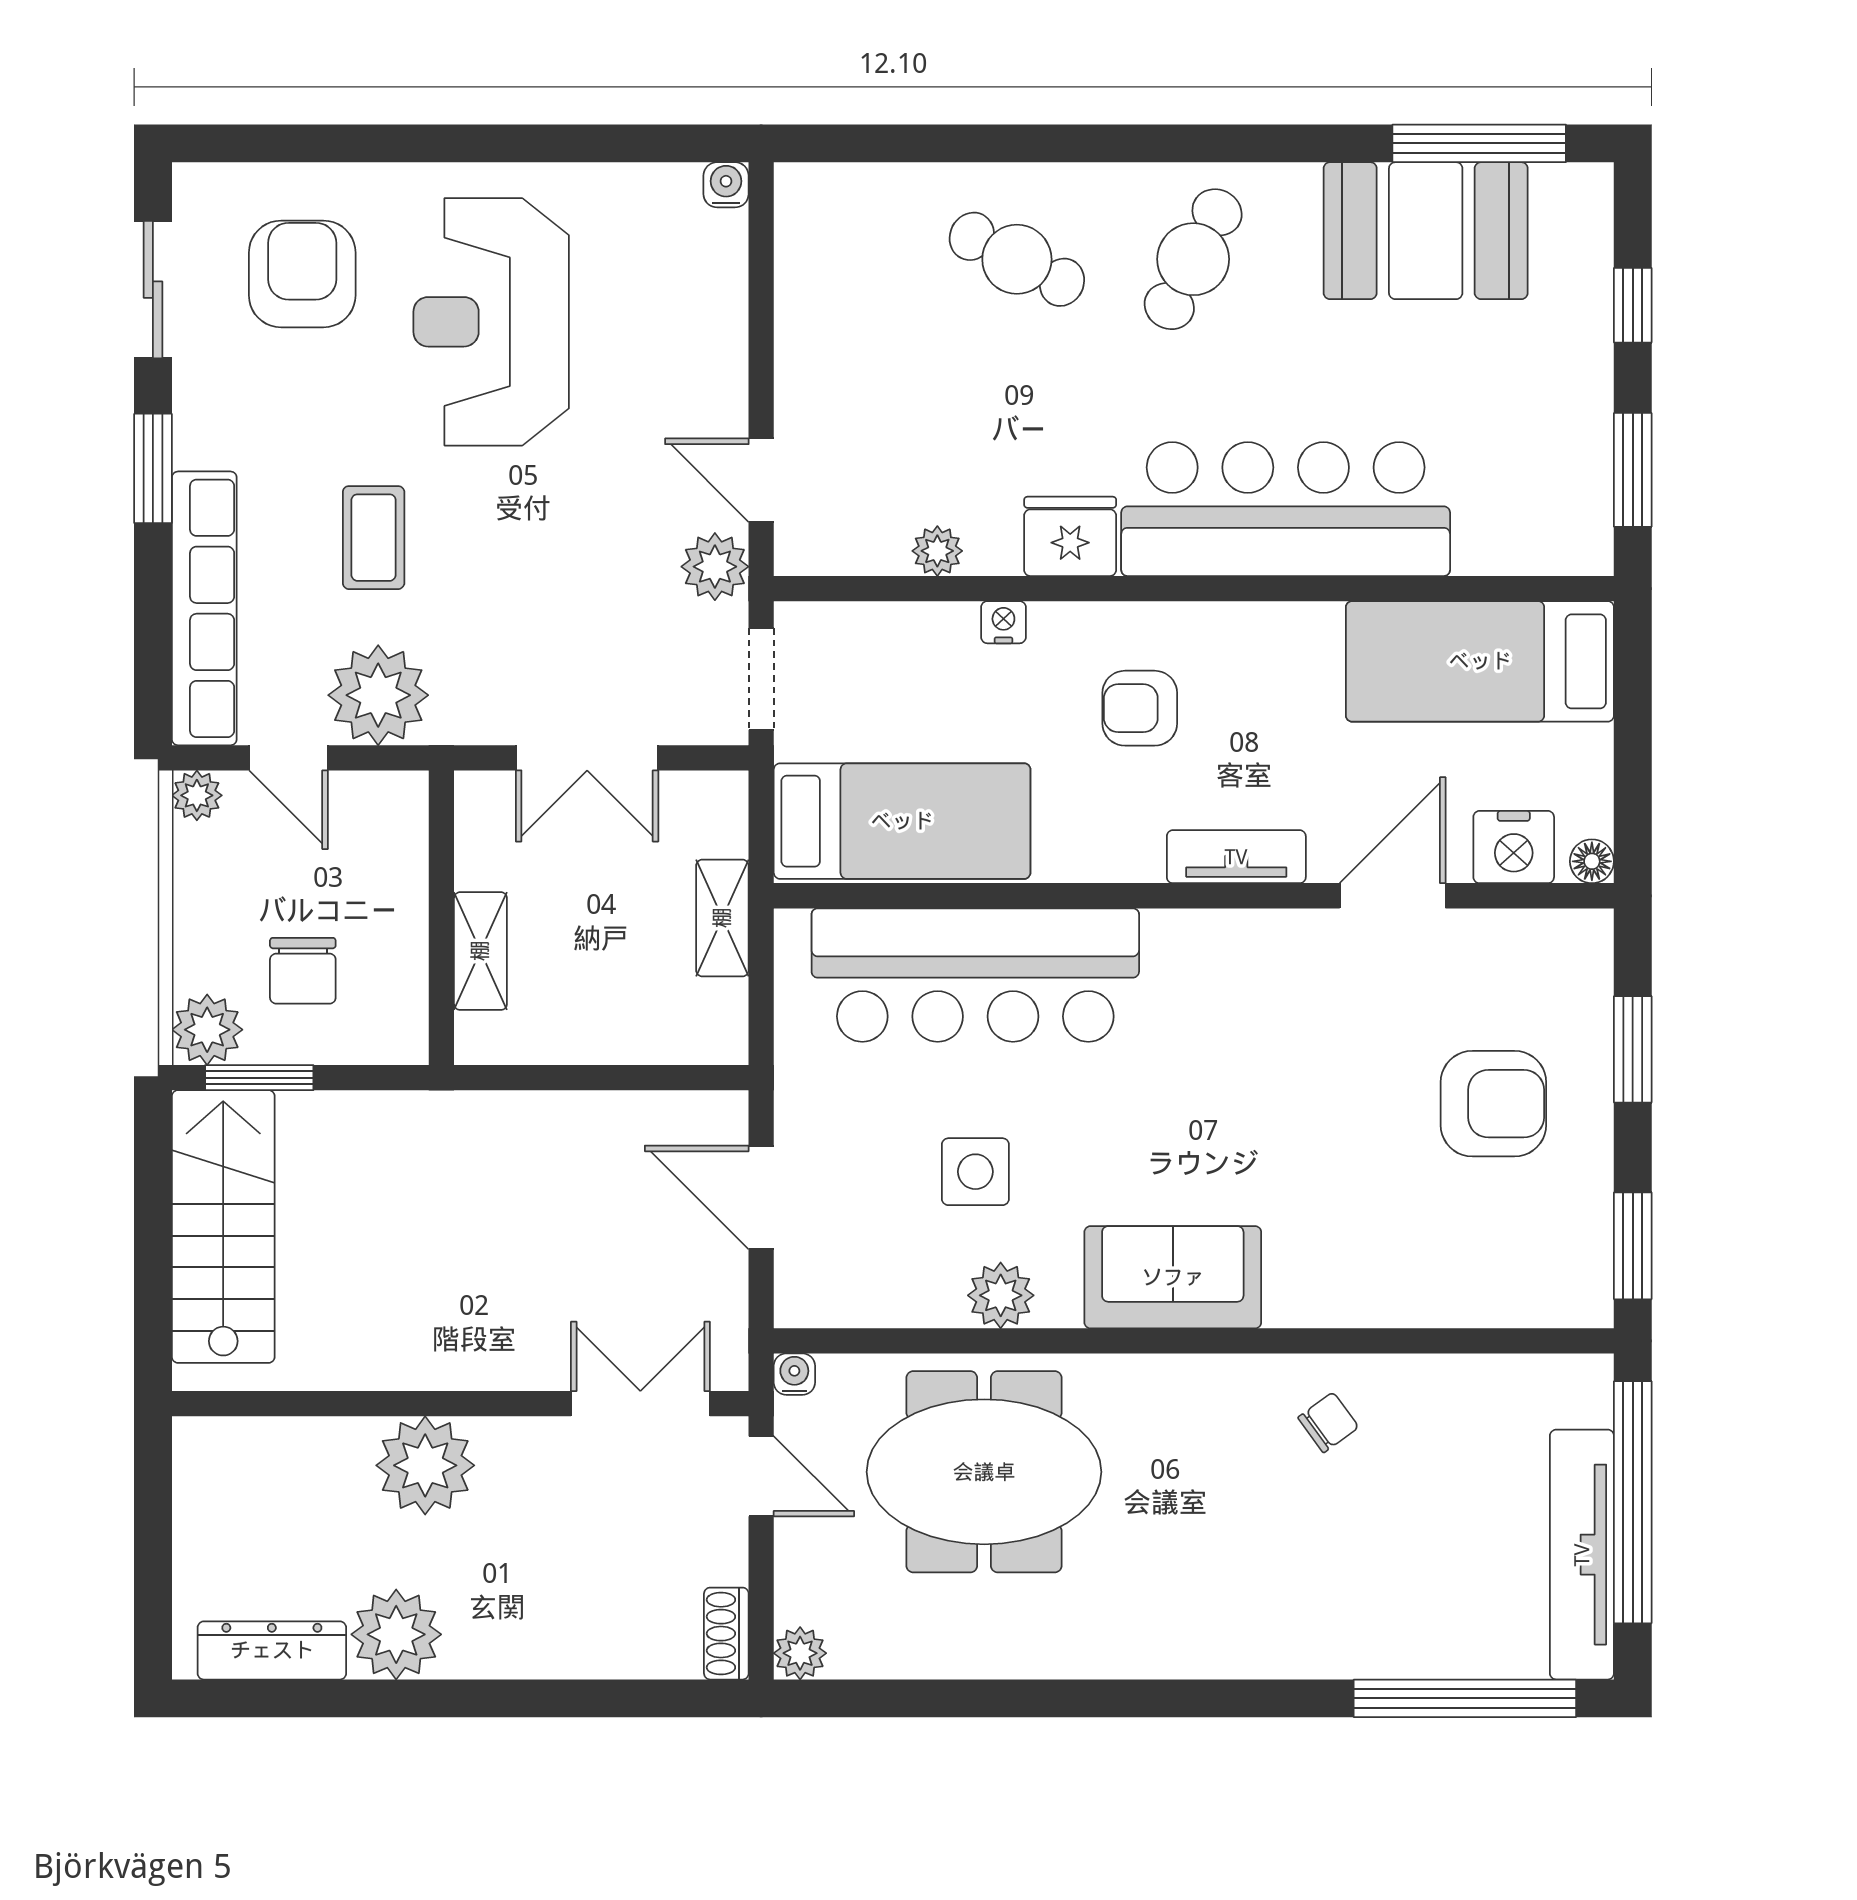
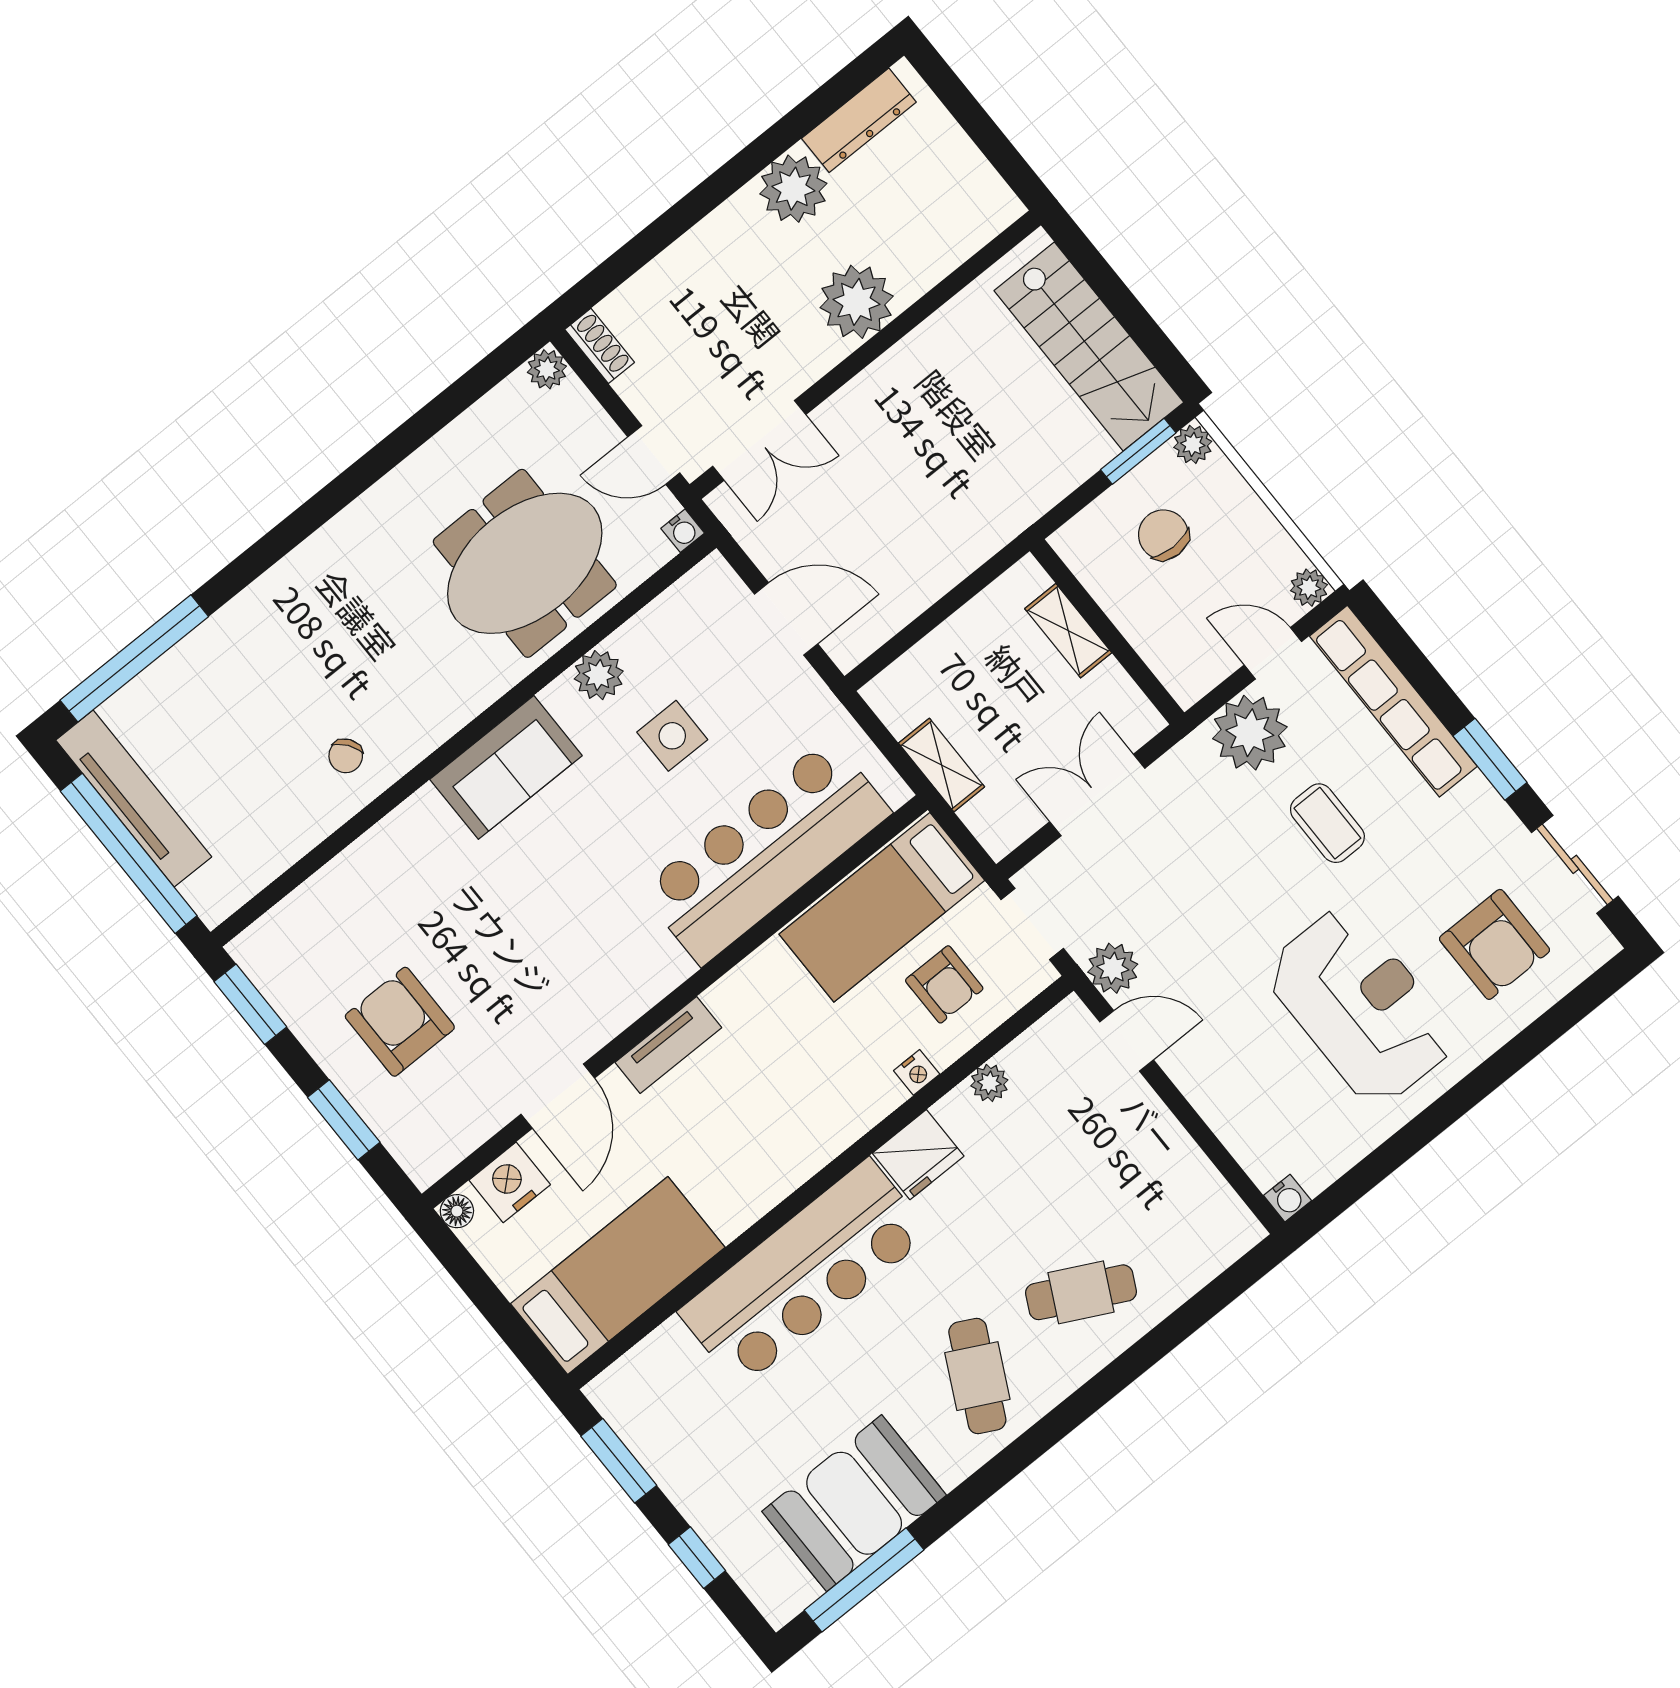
armchair: (1140, 708) -> (944, 984), moved, turned 90
plant: (207, 1030) -> (1193, 444), width x0.73, depth x0.73
armchair: (1493, 1104) -> (400, 1022), turned 90

